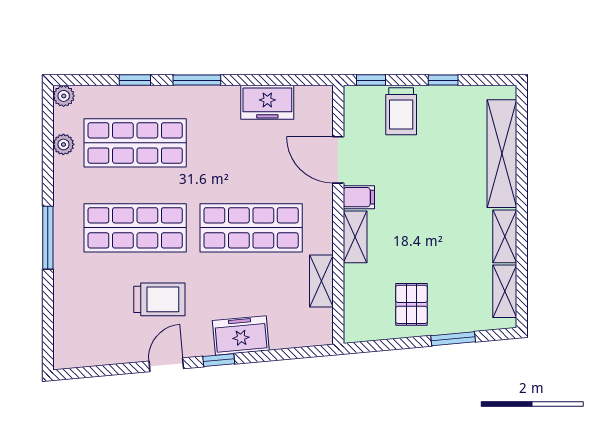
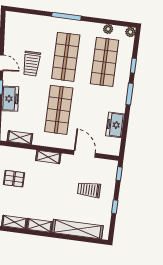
trolley: (401, 111) -> (89, 190), moved
door: (338, 160) -> (84, 154), hinge flipped
filing cabinet: (359, 197) -> (66, 161), removed
shelving: (321, 281) -> (20, 138), moved

